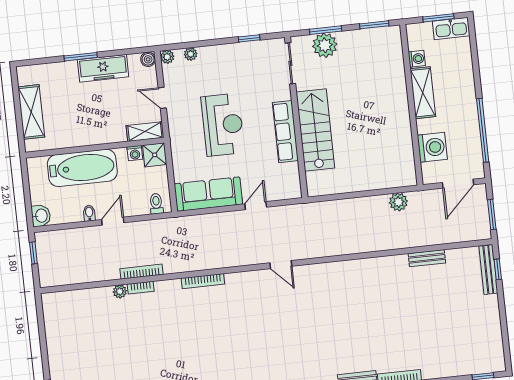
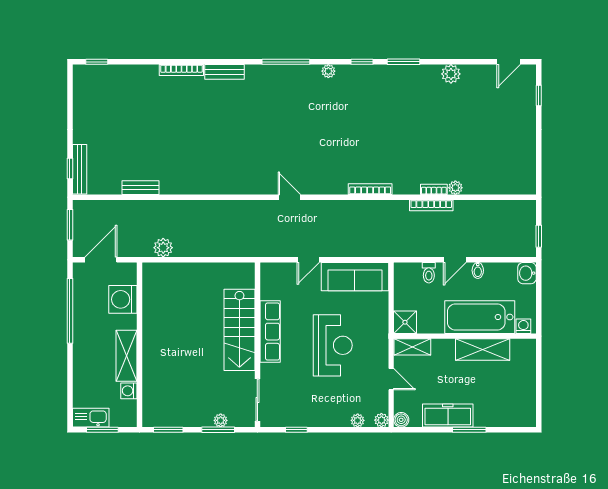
plant: (325, 45) -> (221, 420), width x0.53, depth x0.53
shelving: (31, 112) -> (483, 349), moved, turned 90
reception desk: (223, 125) -> (333, 345), turned 180
washing machine: (135, 153) -> (523, 326), moved
toilet: (156, 204) -> (429, 273), moved

